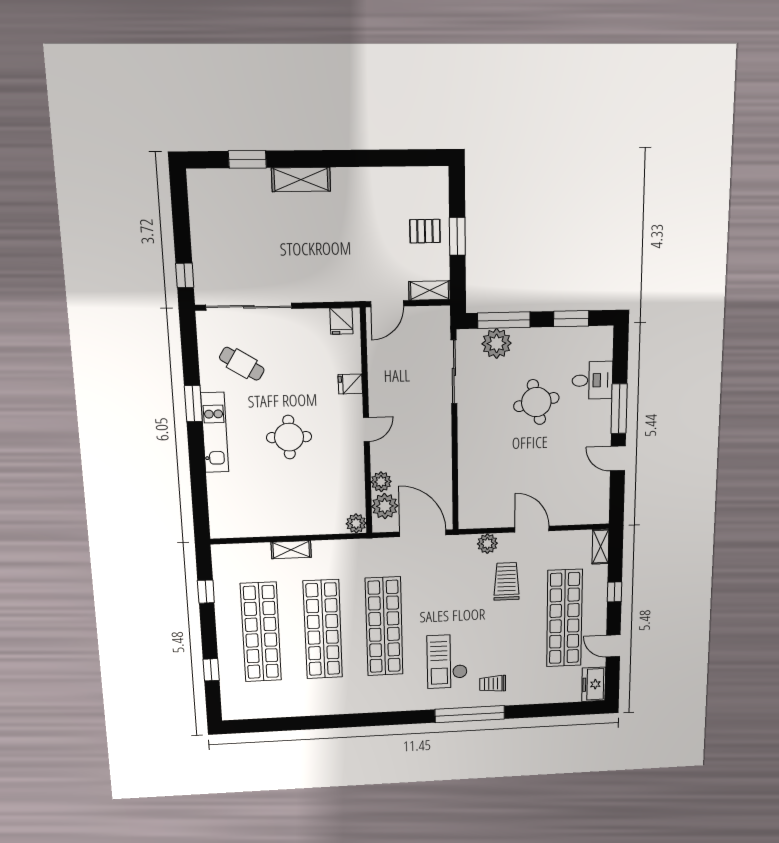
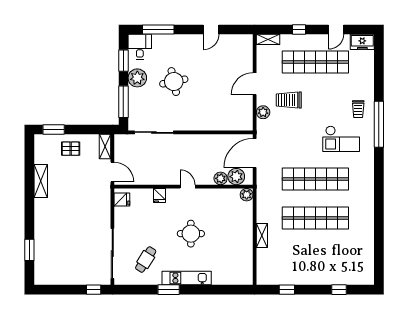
shelving: (301, 180) -> (41, 181), moved
pallet: (425, 231) -> (71, 149), turned 90
window: (457, 236) -> (54, 129), moved
plant: (497, 343) -> (137, 78), moved
desk: (592, 380) -> (140, 47), moved
window: (619, 409) -> (158, 29), moved
shop shelf: (261, 632) -> (315, 257), removed

